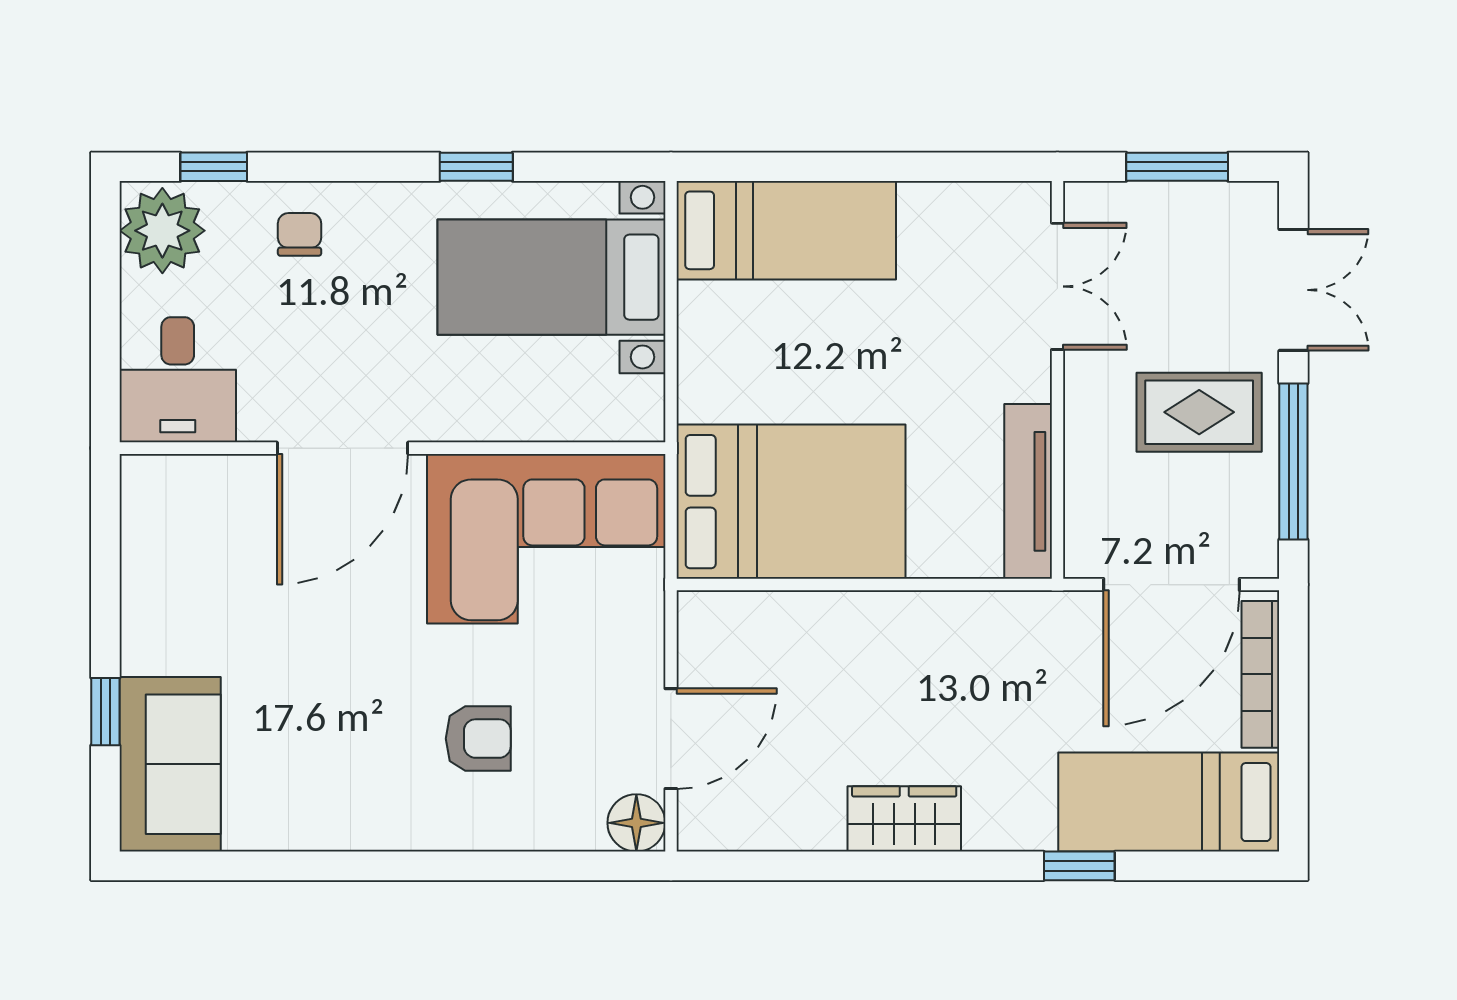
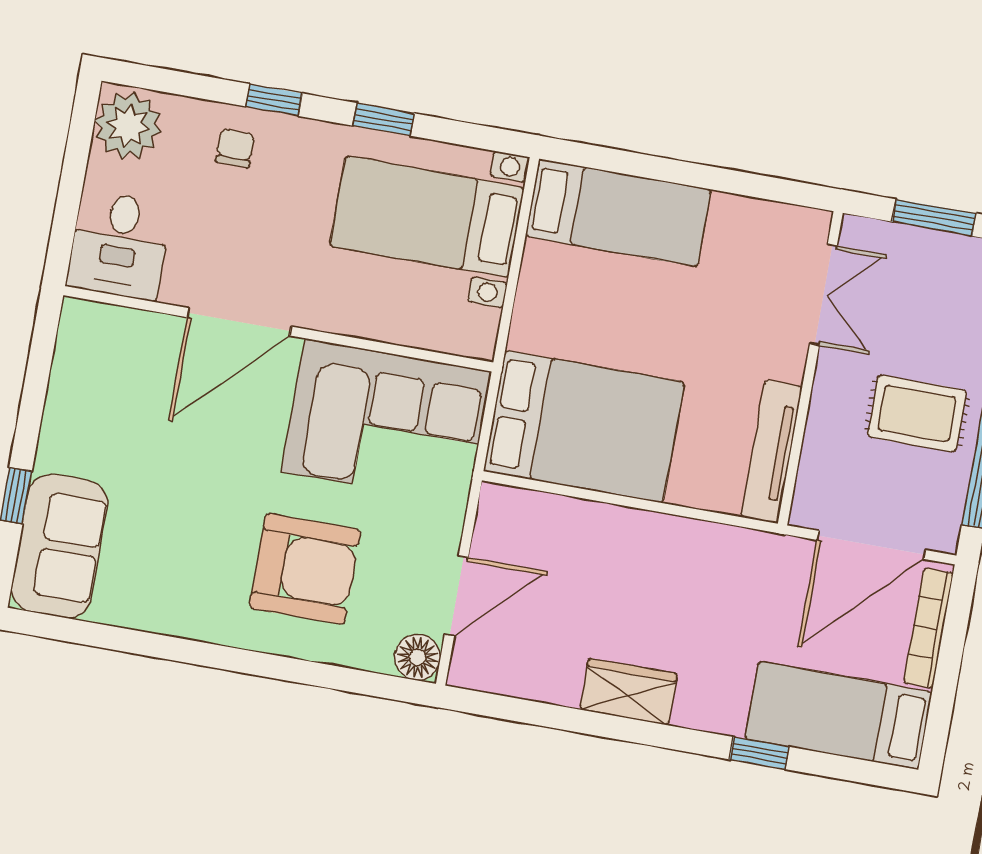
window: (214, 167) -> (274, 100), moved
armchair: (478, 739) -> (305, 569), width x1.88, depth x1.88

